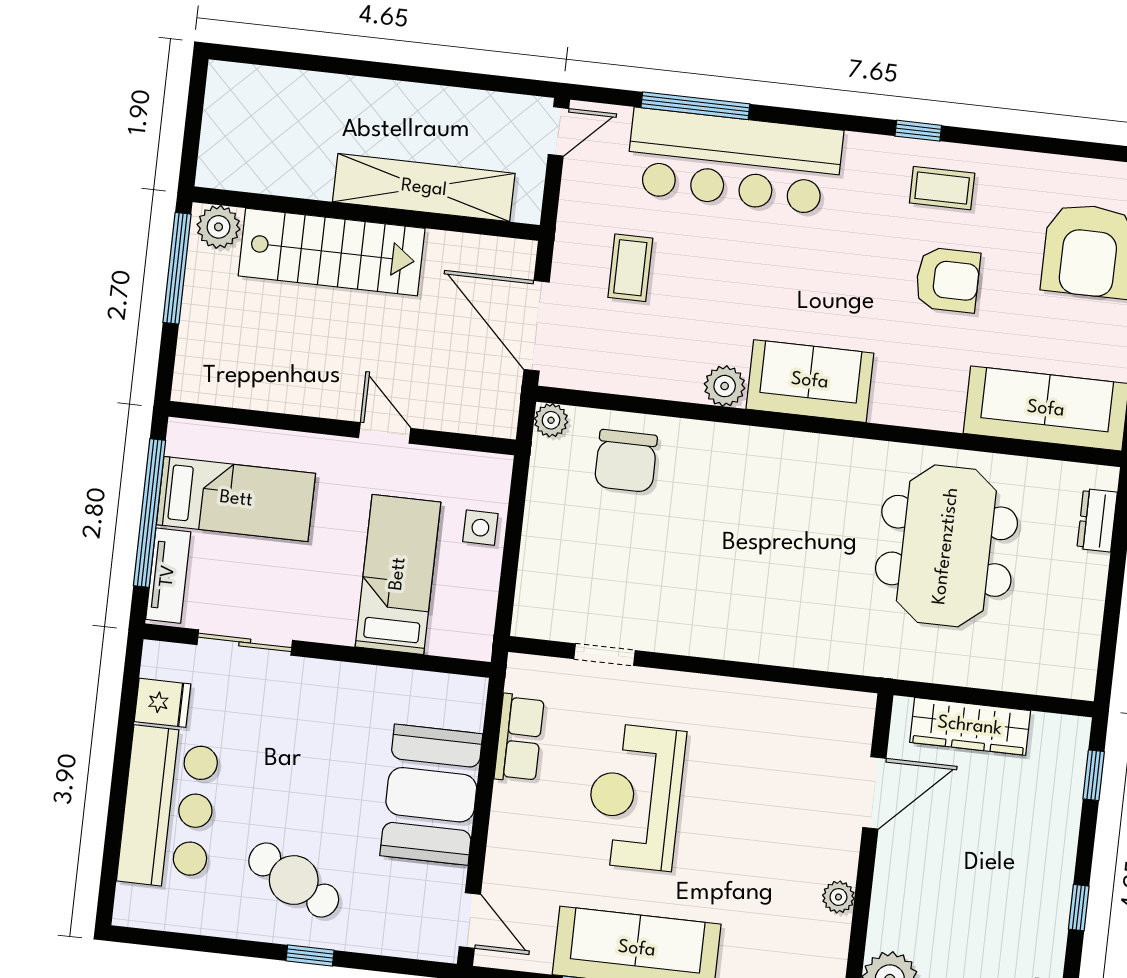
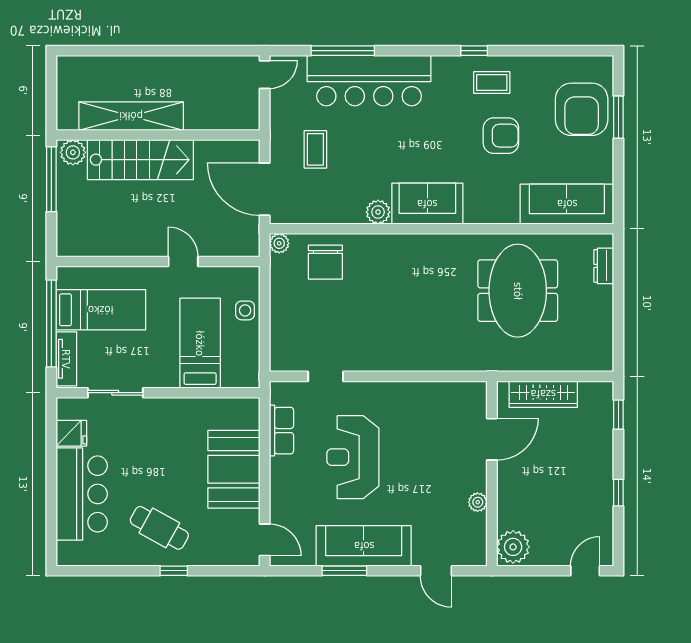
shelving: (424, 188) -> (131, 116), moved

